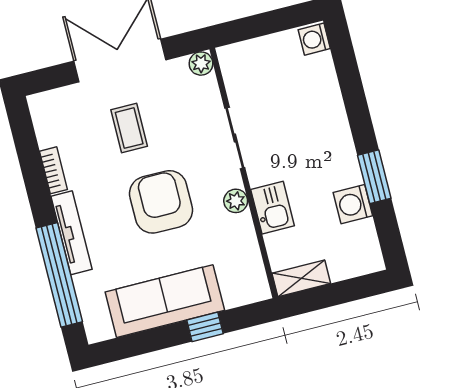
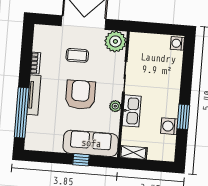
plant: (201, 64) -> (115, 41), width x1.87, depth x1.87
coffee table: (129, 128) -> (77, 55), turned 90
kitchen sink: (273, 208) -> (132, 111), width x1.38
sofa: (165, 301) -> (91, 143), moved

